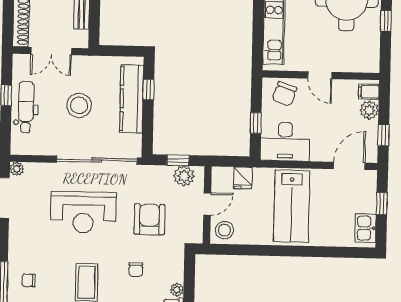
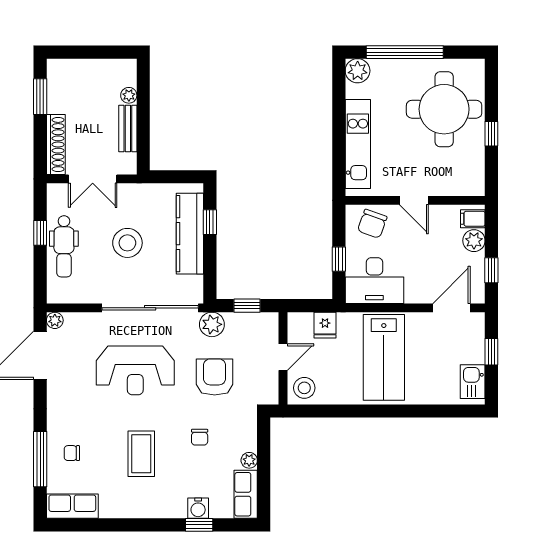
dental chair: (26, 107) -> (64, 246), turned 180
plant: (184, 176) -> (212, 324), moved

